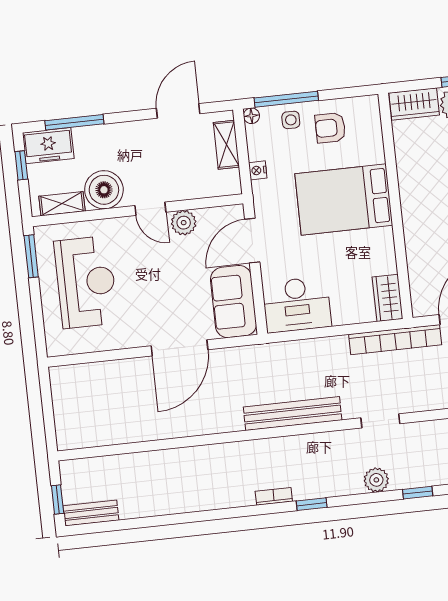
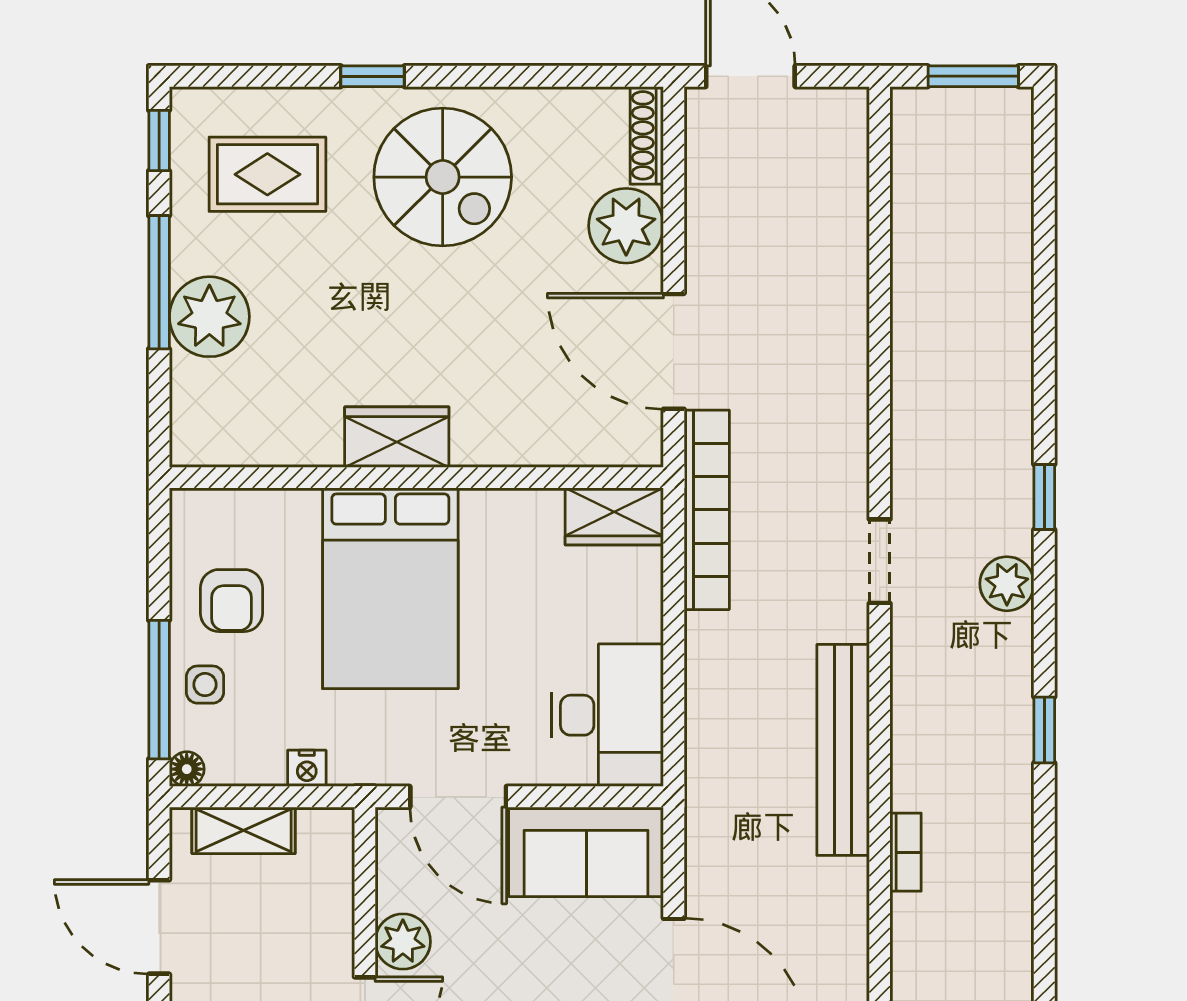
wardrobe: (414, 104) -> (397, 437), moved, turned -90
bookcase: (274, 496) -> (906, 852), moved, turned 180

